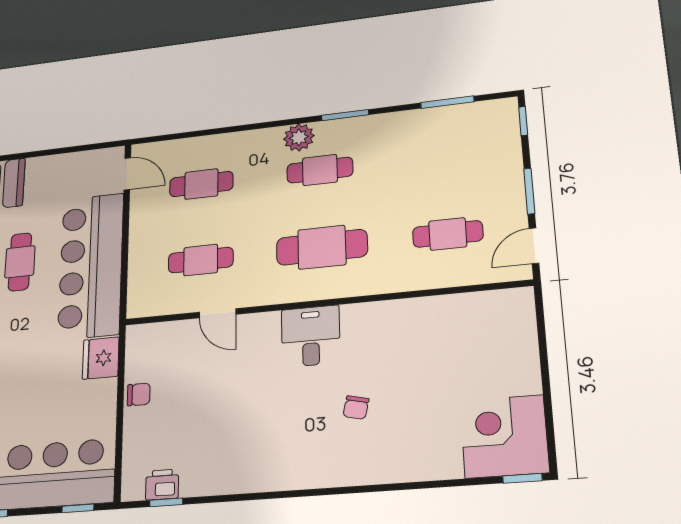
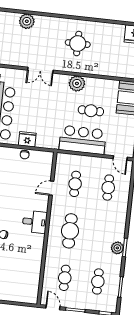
plant: (299, 137) -> (117, 248), moved
cafe table: (320, 170) -> (98, 281), moved
door: (127, 174) -> (120, 158), hinge flipped
bar counter: (91, 266) -> (83, 140), width x0.73
fridge: (101, 358) -> (27, 139), moved

